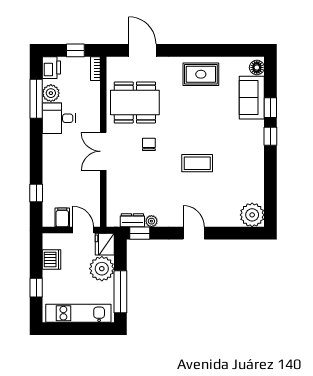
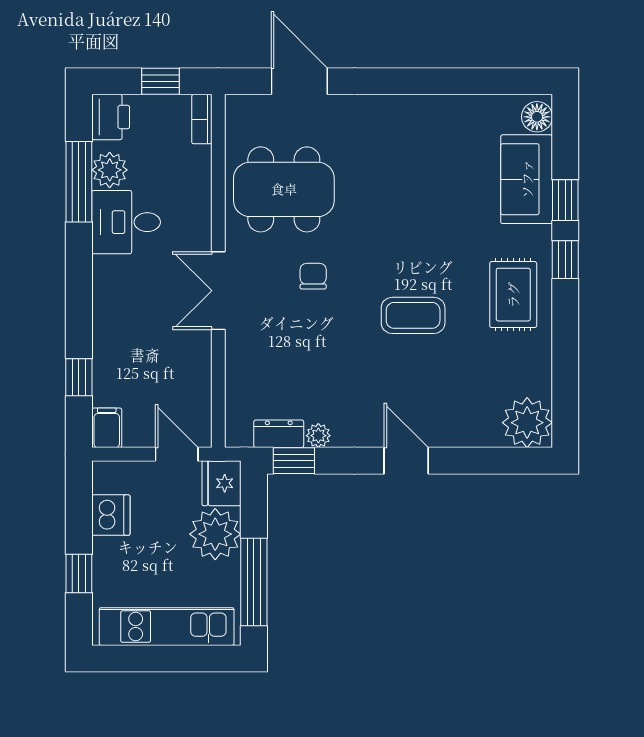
rug: (201, 74) -> (513, 295), moved, turned 90
filing cabinet: (62, 217) -> (107, 428), moved

